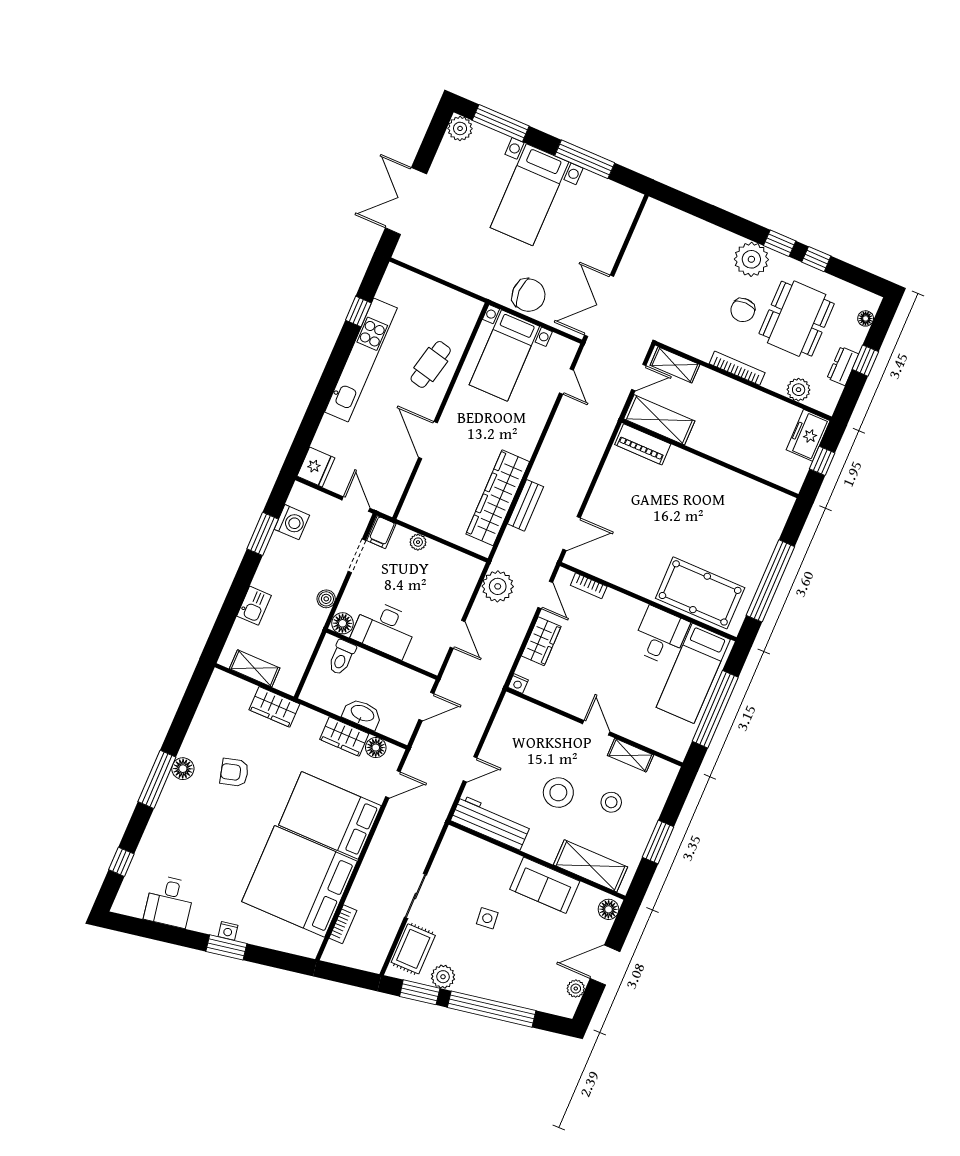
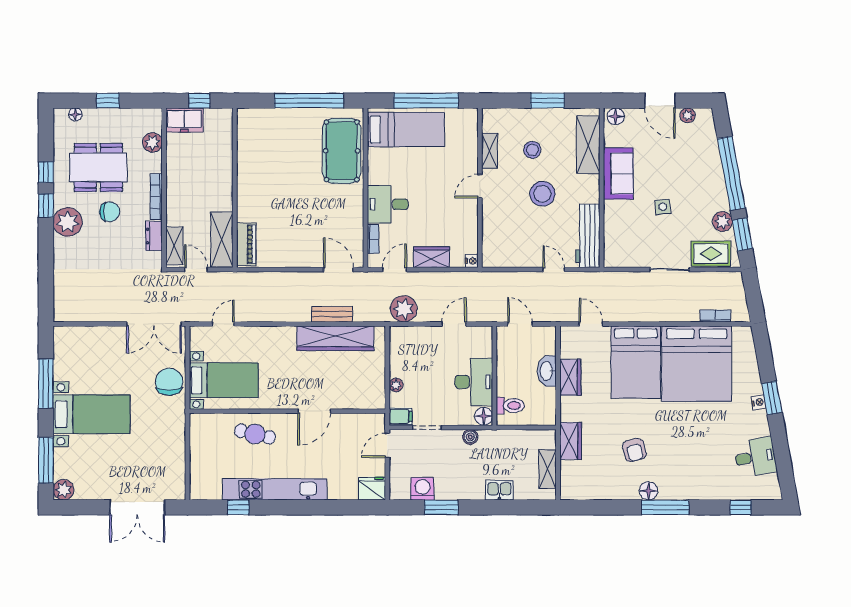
dresser: (843, 366) -> (154, 236), moved, turned 90
desk: (660, 636) -> (388, 204), moved
floor lamp: (376, 748) -> (568, 349), removed

